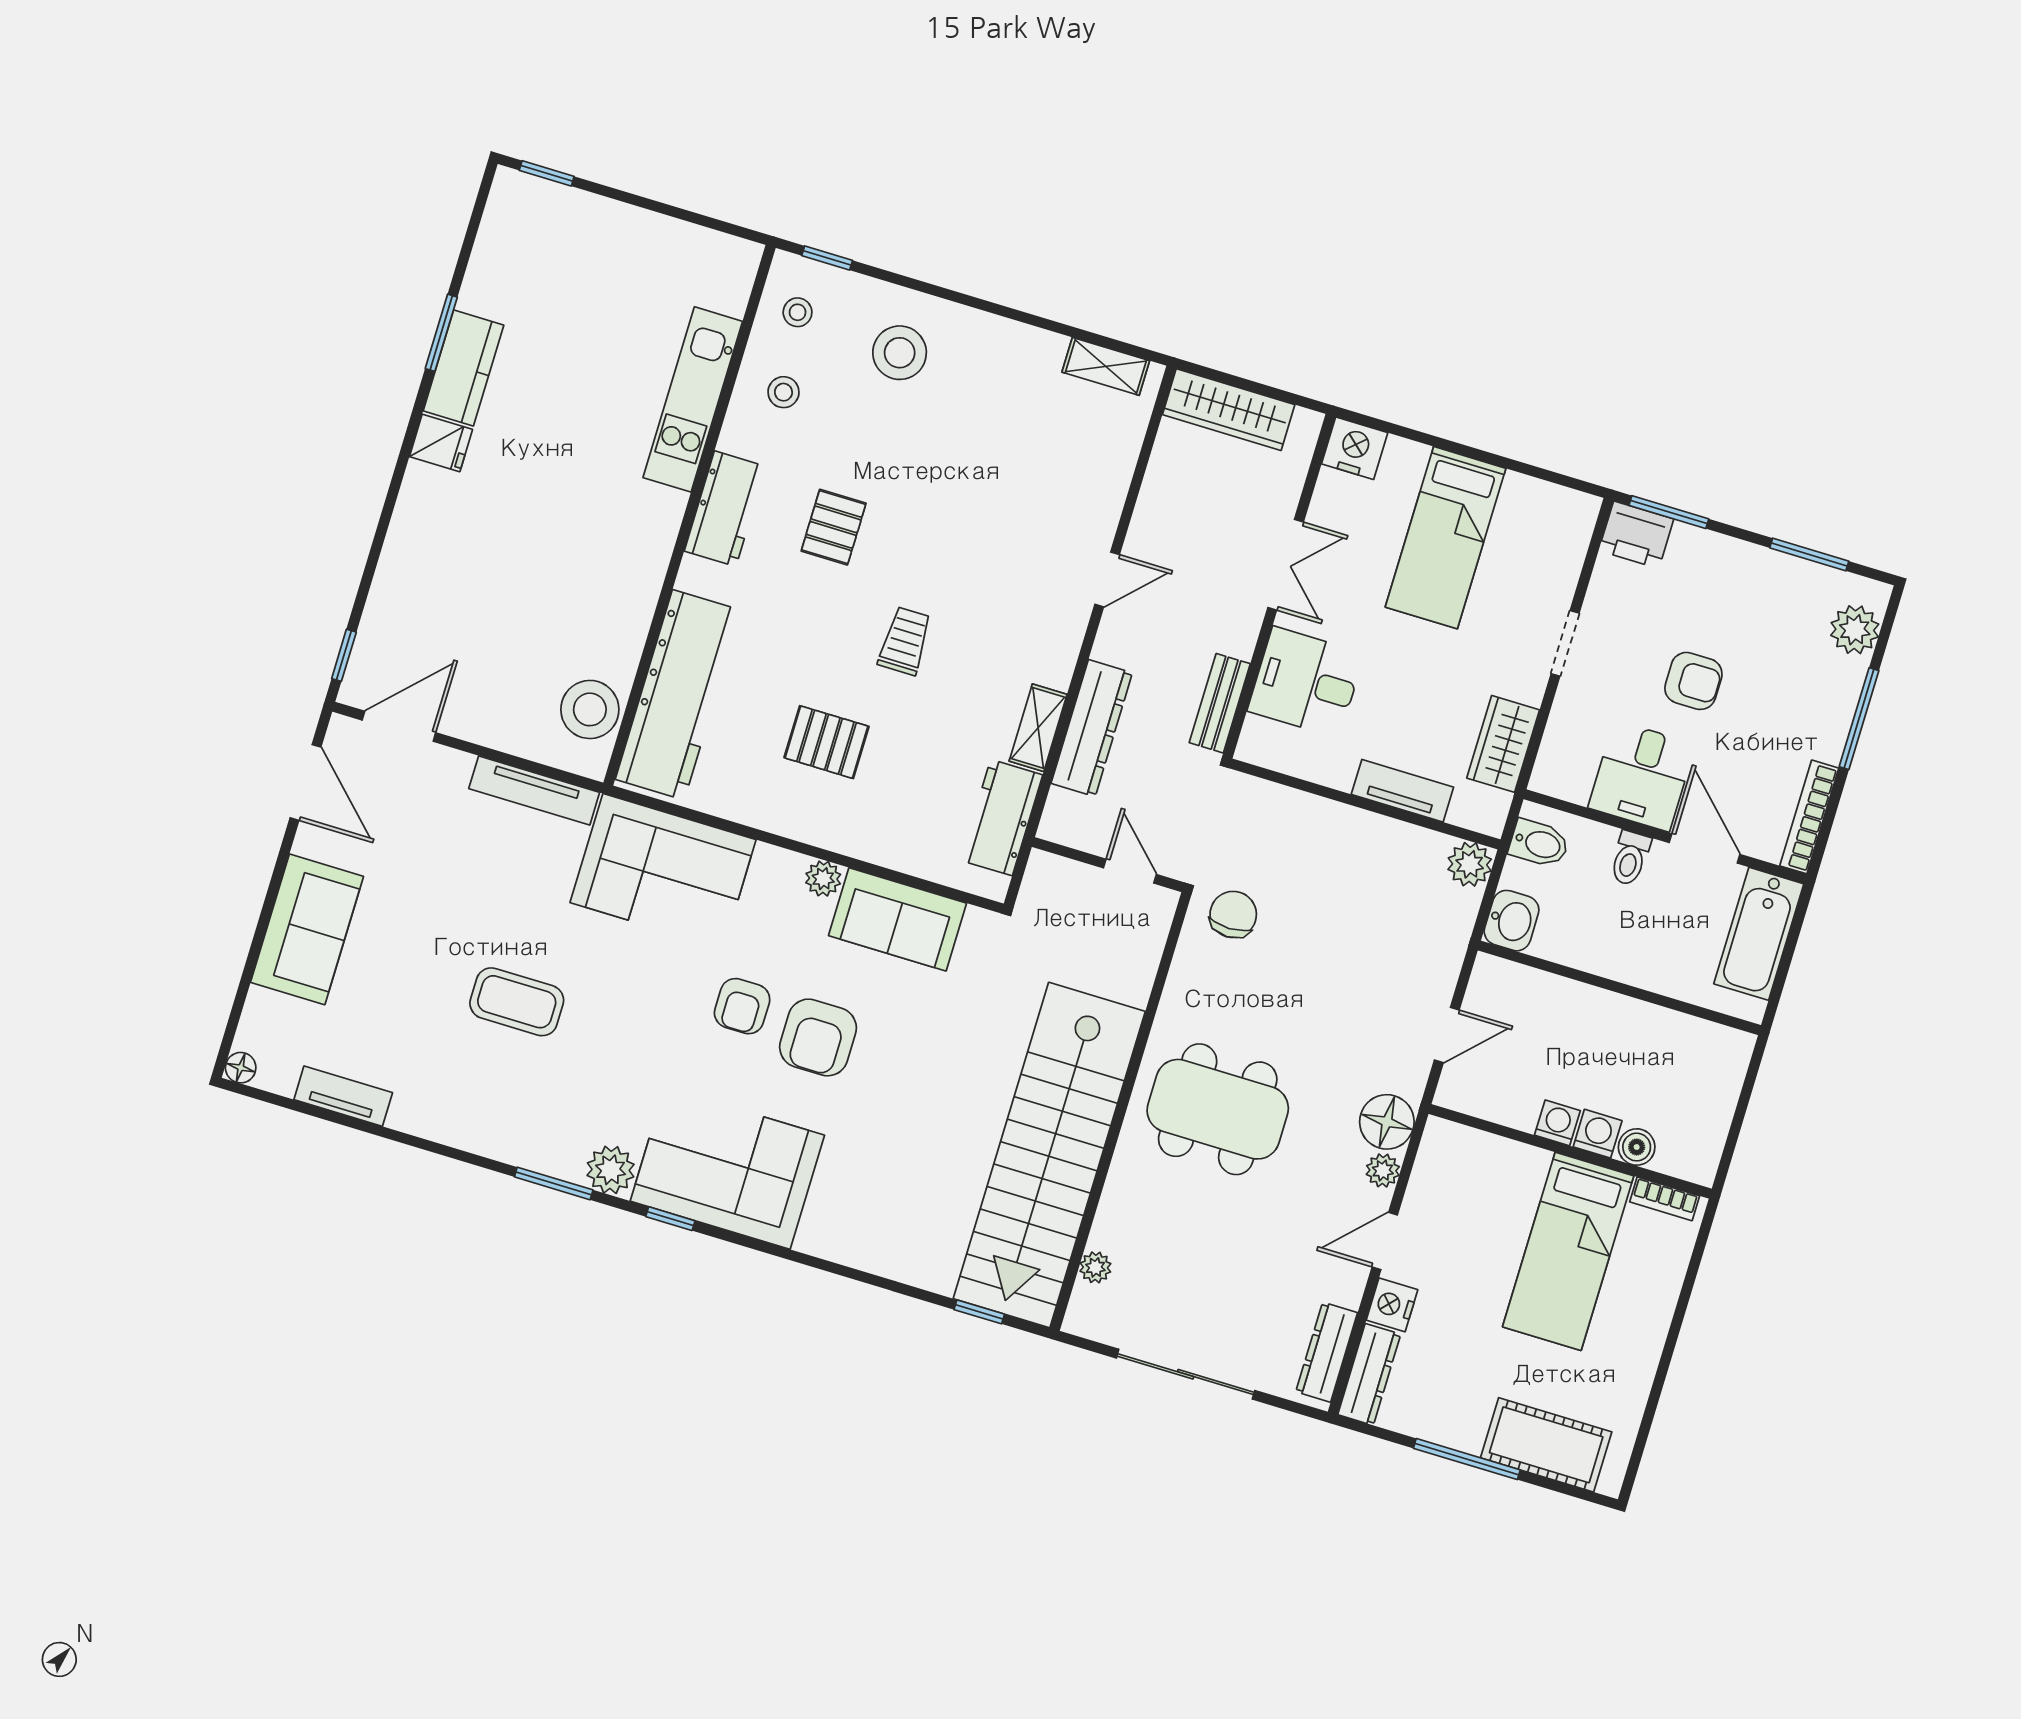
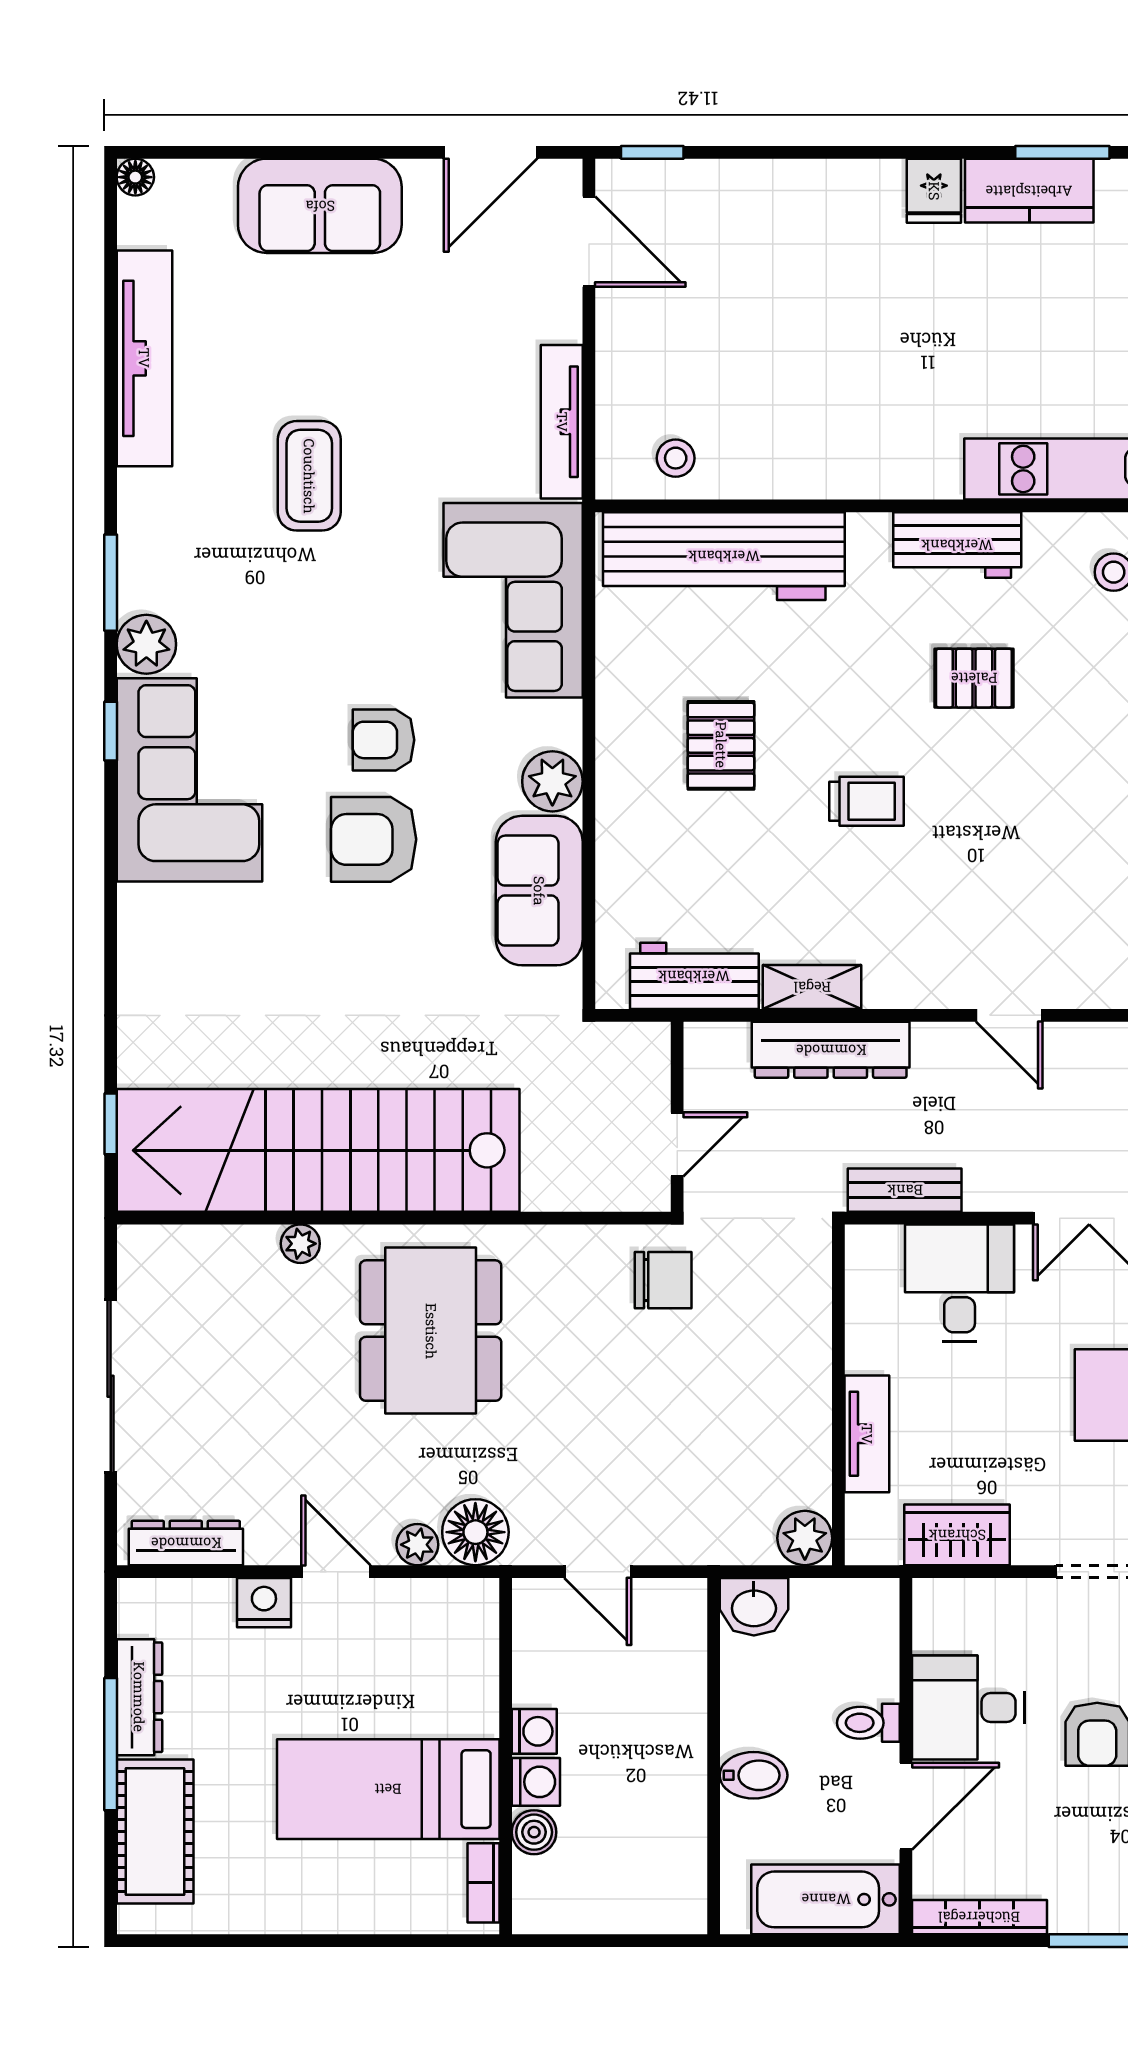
stool: (590, 709) -> (676, 458), width x0.53, depth x0.53
bidet: (1539, 843) -> (754, 1775), moved, turned -90
plant: (823, 879) -> (552, 781), width x1.38, depth x1.38
tv unit: (343, 1096) -> (144, 358), width x1.92, depth x1.29
plant: (1095, 1267) -> (300, 1244), moved
dresser: (1369, 1374) -> (139, 1697), moved, turned -90

